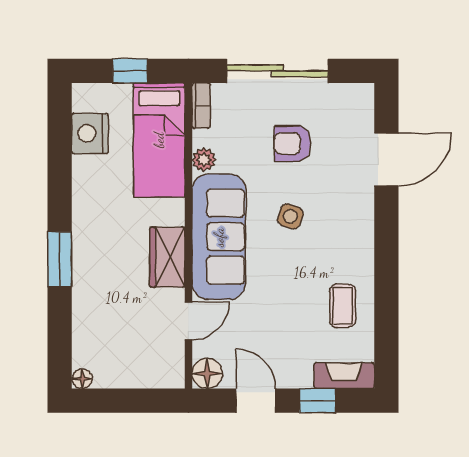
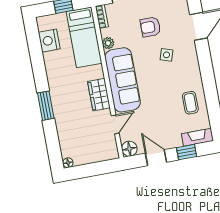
side table: (290, 216) -> (166, 55), moved

